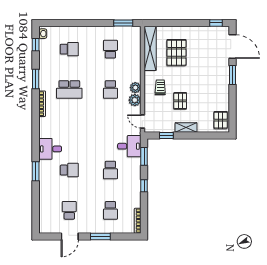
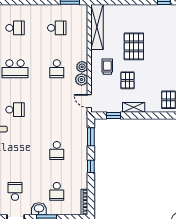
school desk: (110, 49) -> (57, 28), turned 90
pallet: (176, 53) -> (134, 46), moved
desk: (129, 146) -> (76, 126), removed
school desk: (69, 170) -> (15, 110), moved
washbasin: (93, 227) -> (39, 209), added

